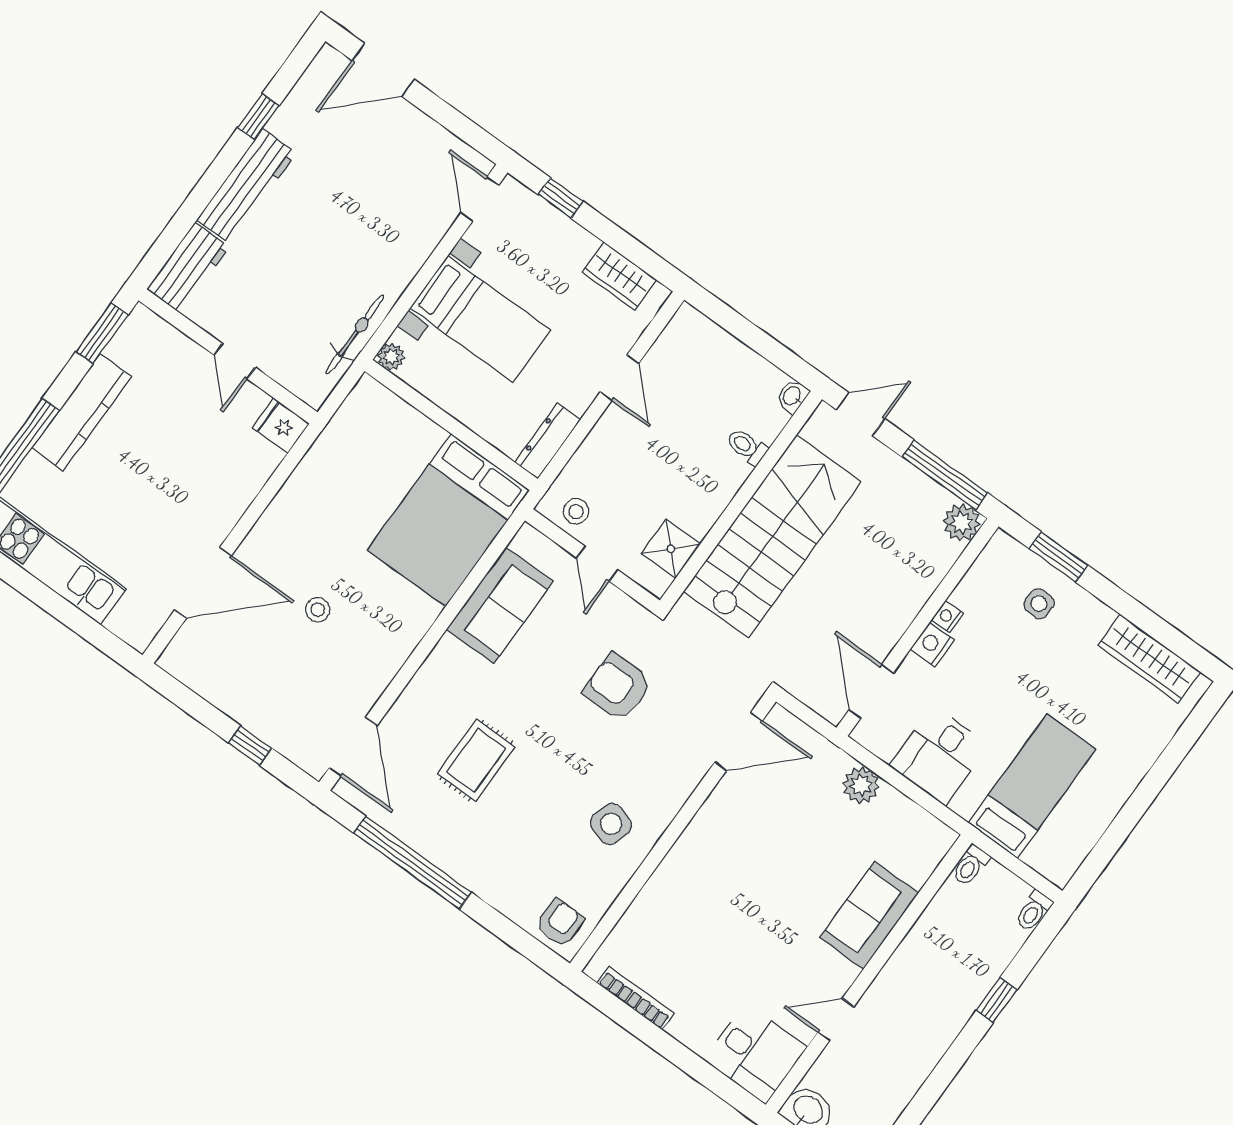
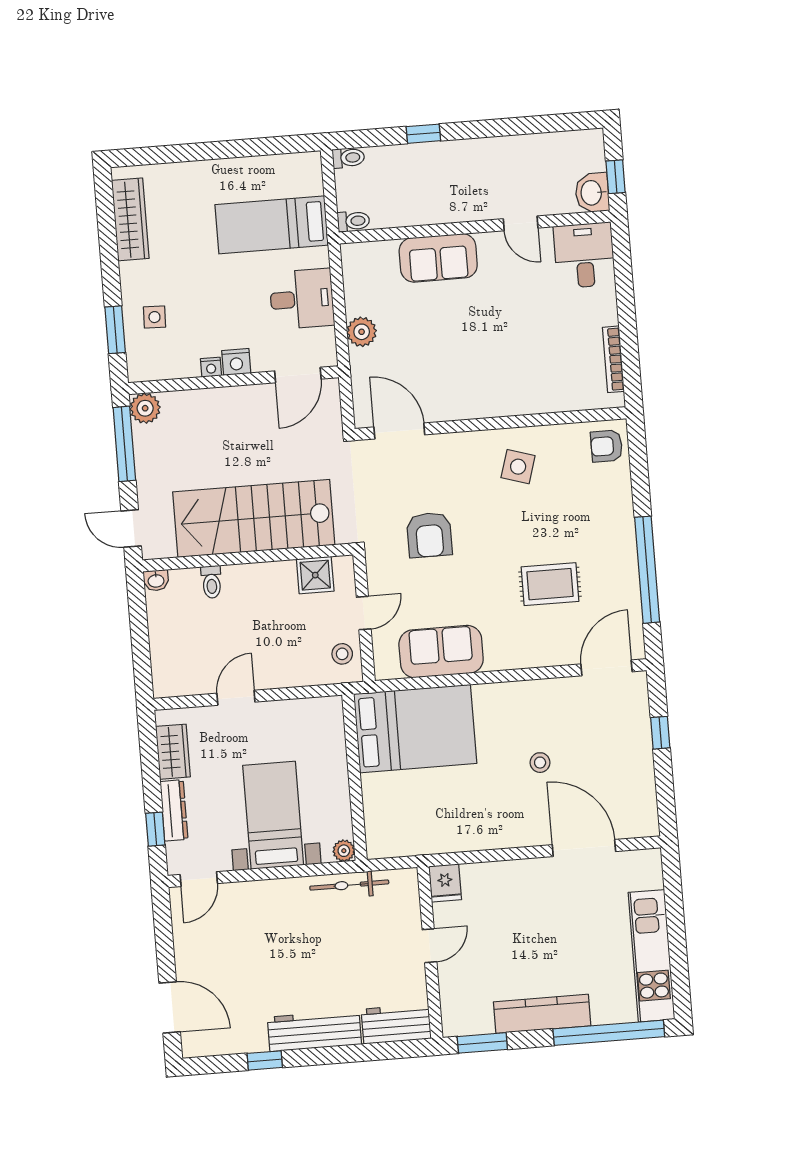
dresser: (548, 441) -> (174, 810), moved, turned -90

